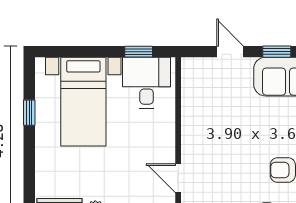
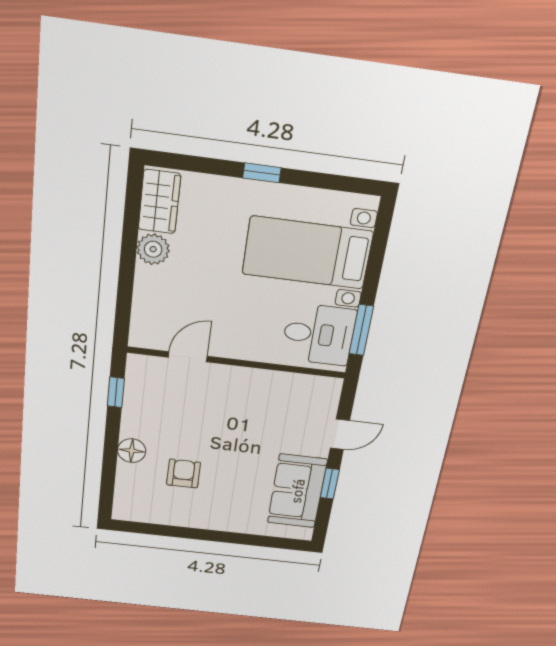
window: (139, 52) -> (361, 330), width x1.50
window: (29, 113) -> (262, 173), moved

